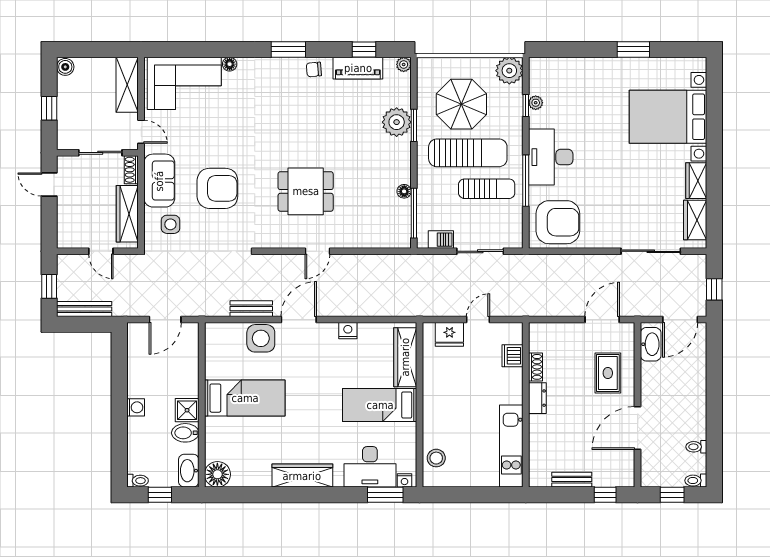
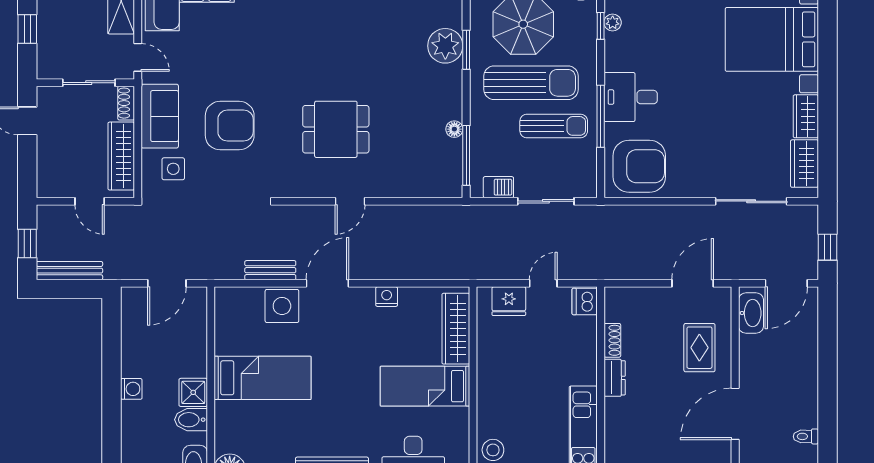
desk: (551, 157) -> (631, 97), width x0.73
dishwasher: (512, 356) -> (585, 301), moved

